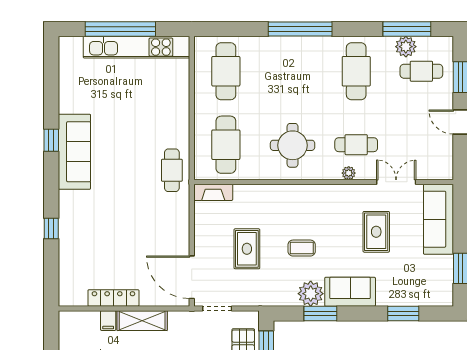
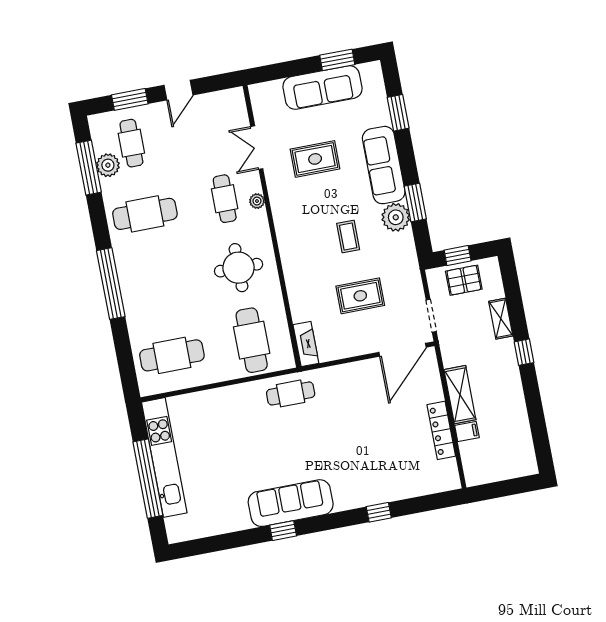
cafe table: (226, 145) -> (252, 340), turned 90
sofa: (438, 219) -> (322, 88), moved
sofa: (350, 292) -> (384, 165), width x1.36

